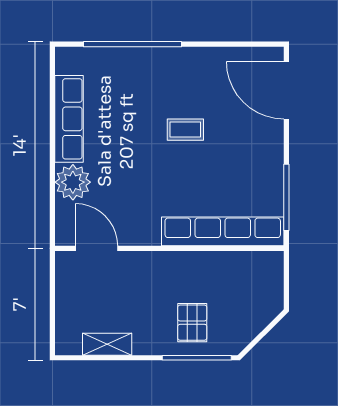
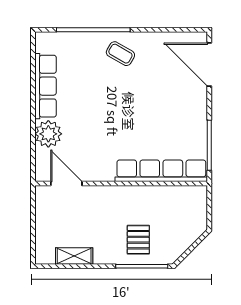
coffee table: (185, 130) -> (120, 54), moved, turned 30

